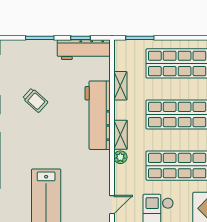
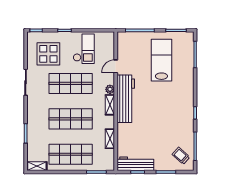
trolley: (35, 100) -> (181, 156), moved
workbench: (98, 115) -> (126, 99), moved
door: (112, 205) -> (116, 66), moved

